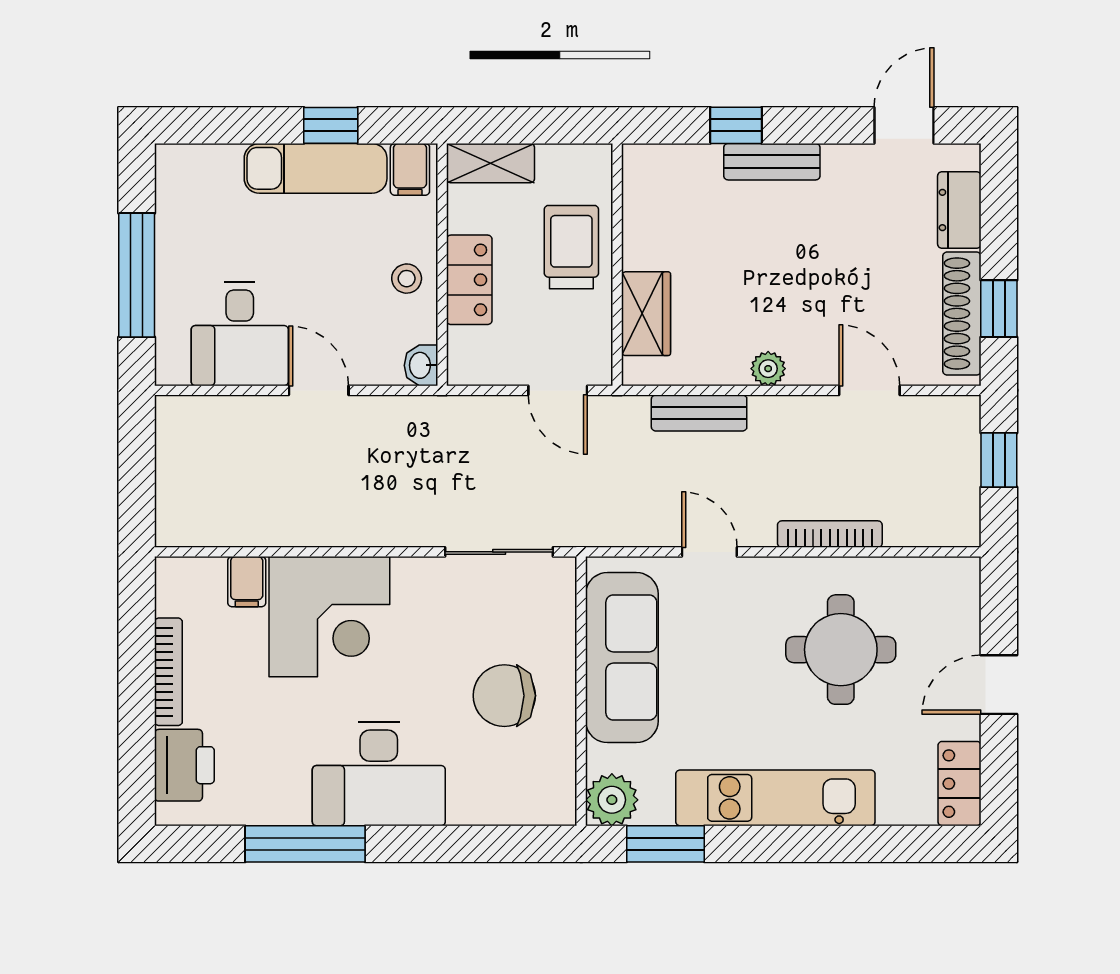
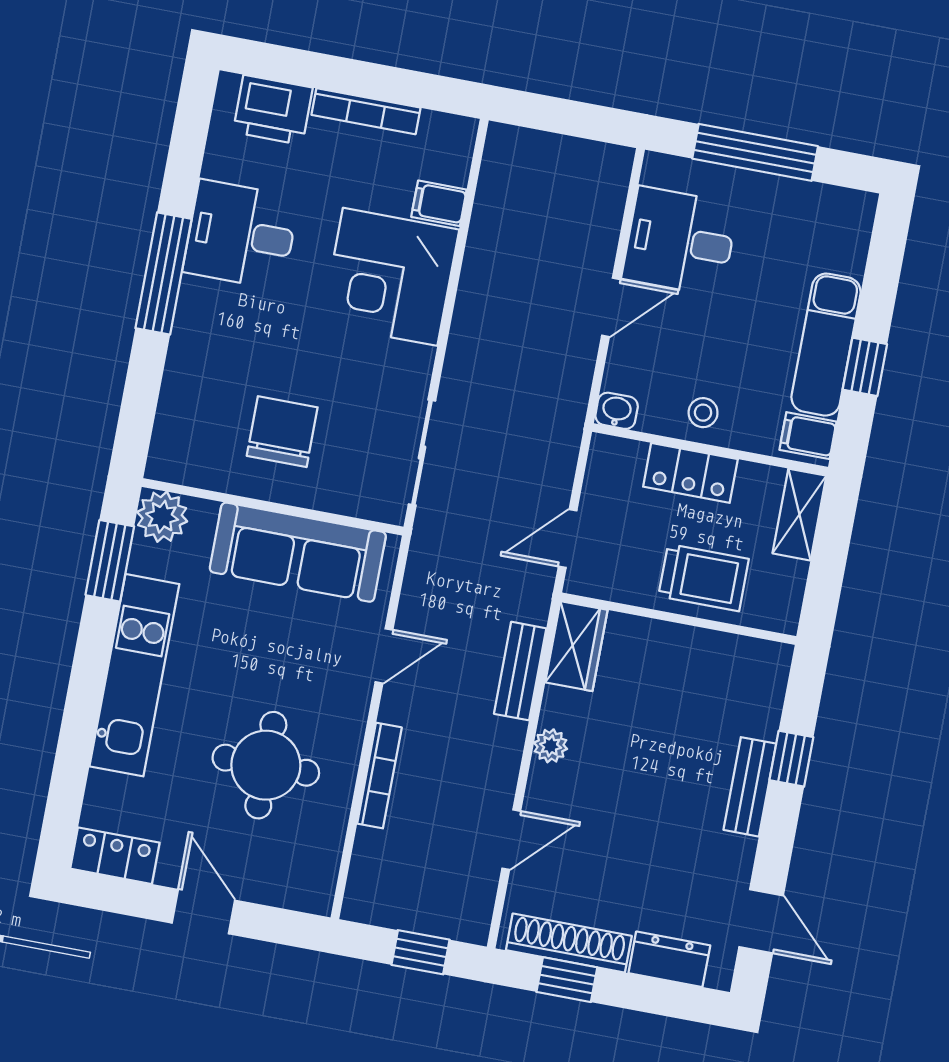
wardrobe: (646, 314) -> (576, 646), moved, turned -90
desk: (379, 774) -> (241, 235), moved, width x0.73
window: (305, 844) -> (164, 273), moved

